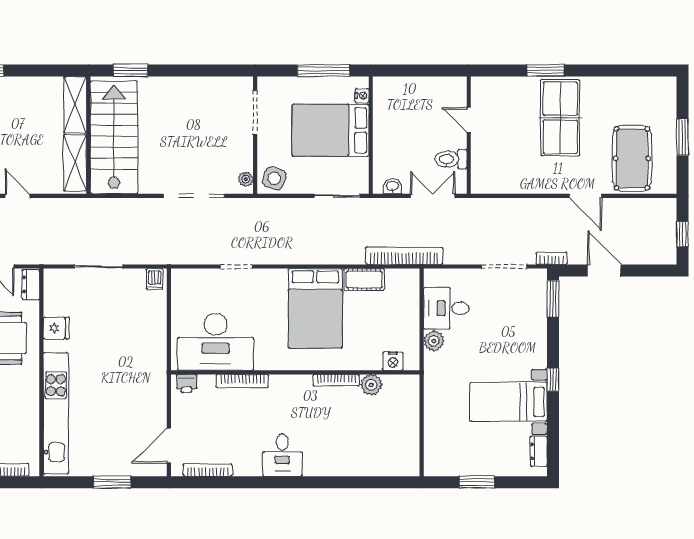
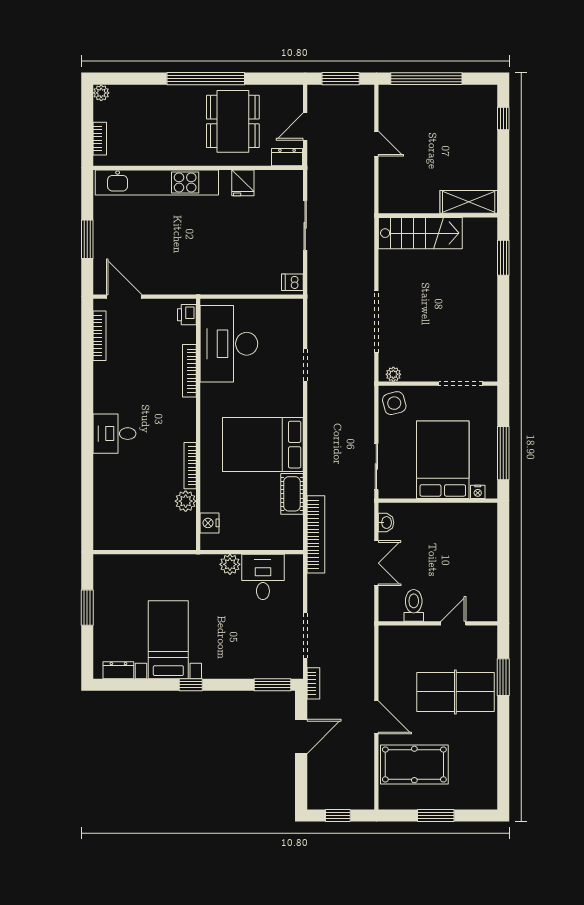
door: (469, 120) -> (453, 623), moved
wall: (469, 135) -> (438, 623), moved
stairs: (114, 137) -> (420, 233), width x0.73, depth x0.66
toilet: (451, 159) -> (414, 605), moved
shelving: (75, 163) -> (410, 202), removed
side table: (274, 178) -> (394, 403), turned -32
door: (17, 196) -> (376, 144), hinge flipped
door: (585, 196) -> (376, 717), swing flipped
desk: (282, 455) -> (114, 434), moved

